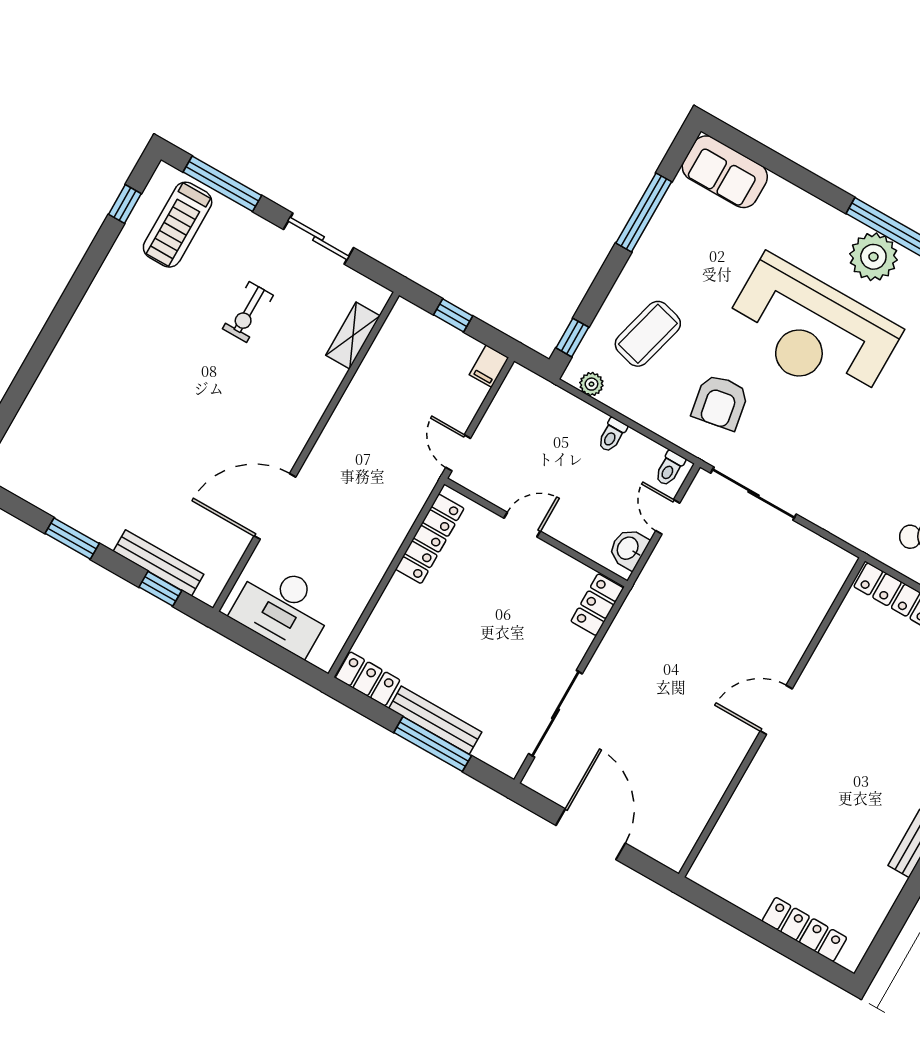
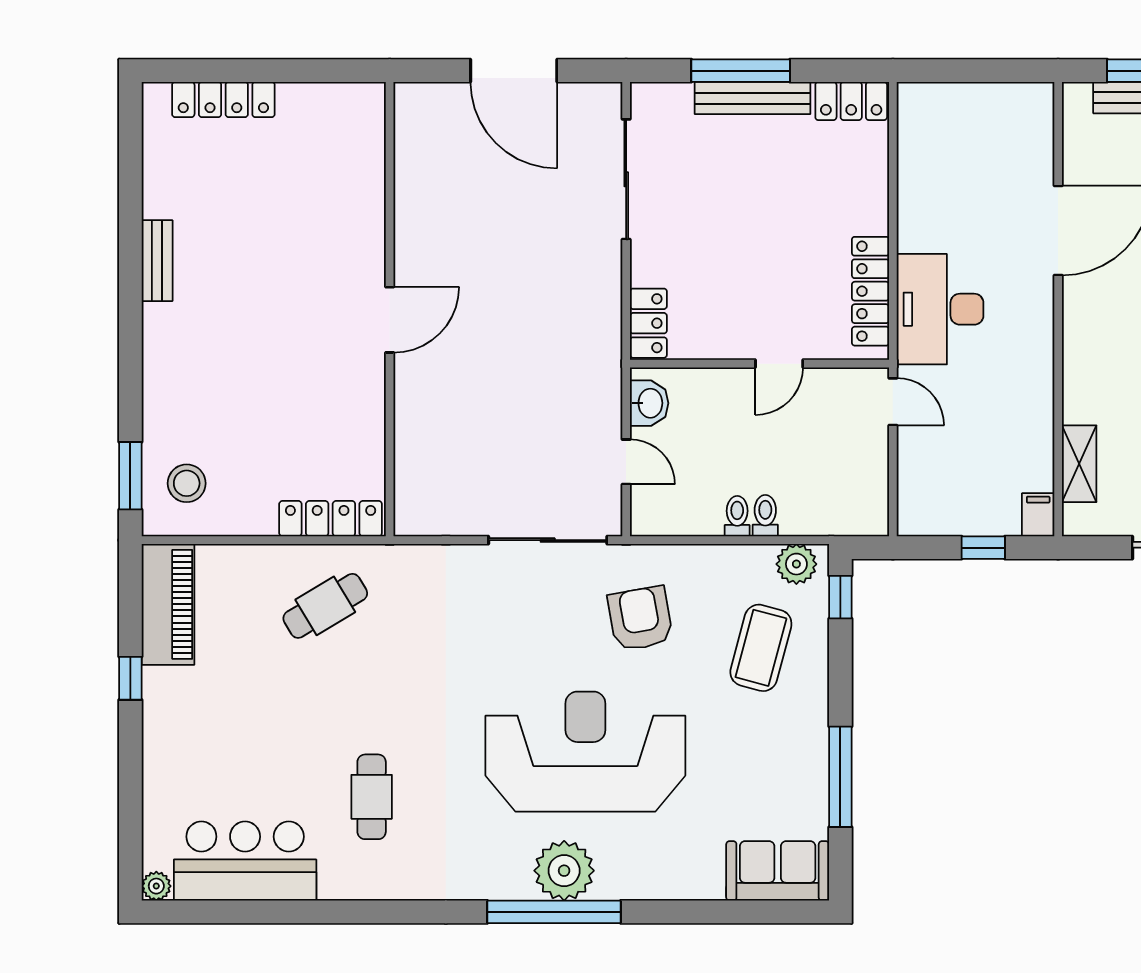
filing cabinet: (489, 366) -> (1038, 515), moved
plant: (591, 384) -> (796, 564), width x1.38, depth x1.38
toilet: (670, 468) -> (765, 516), moved
desk: (283, 608) -> (940, 309), moved, turned -90

